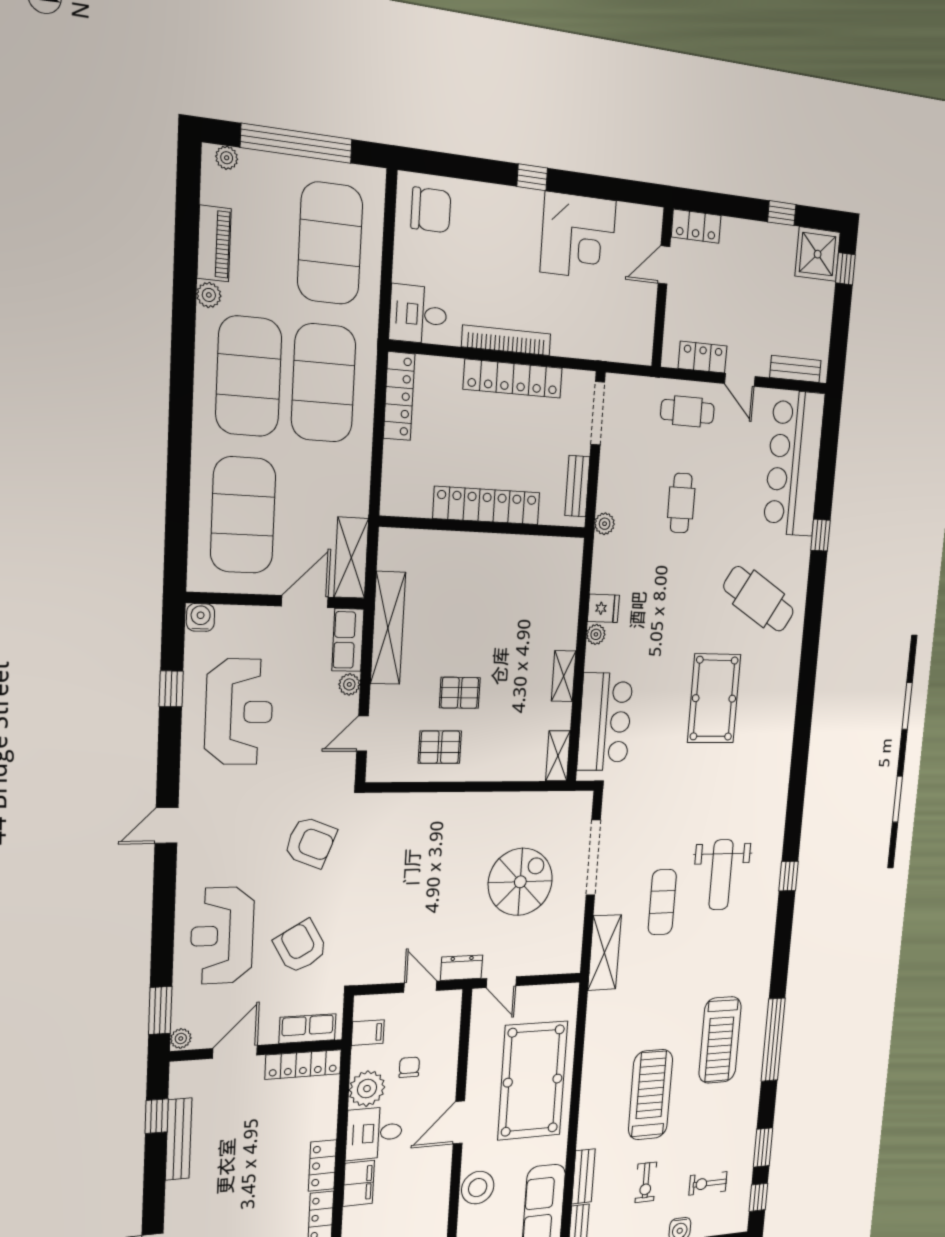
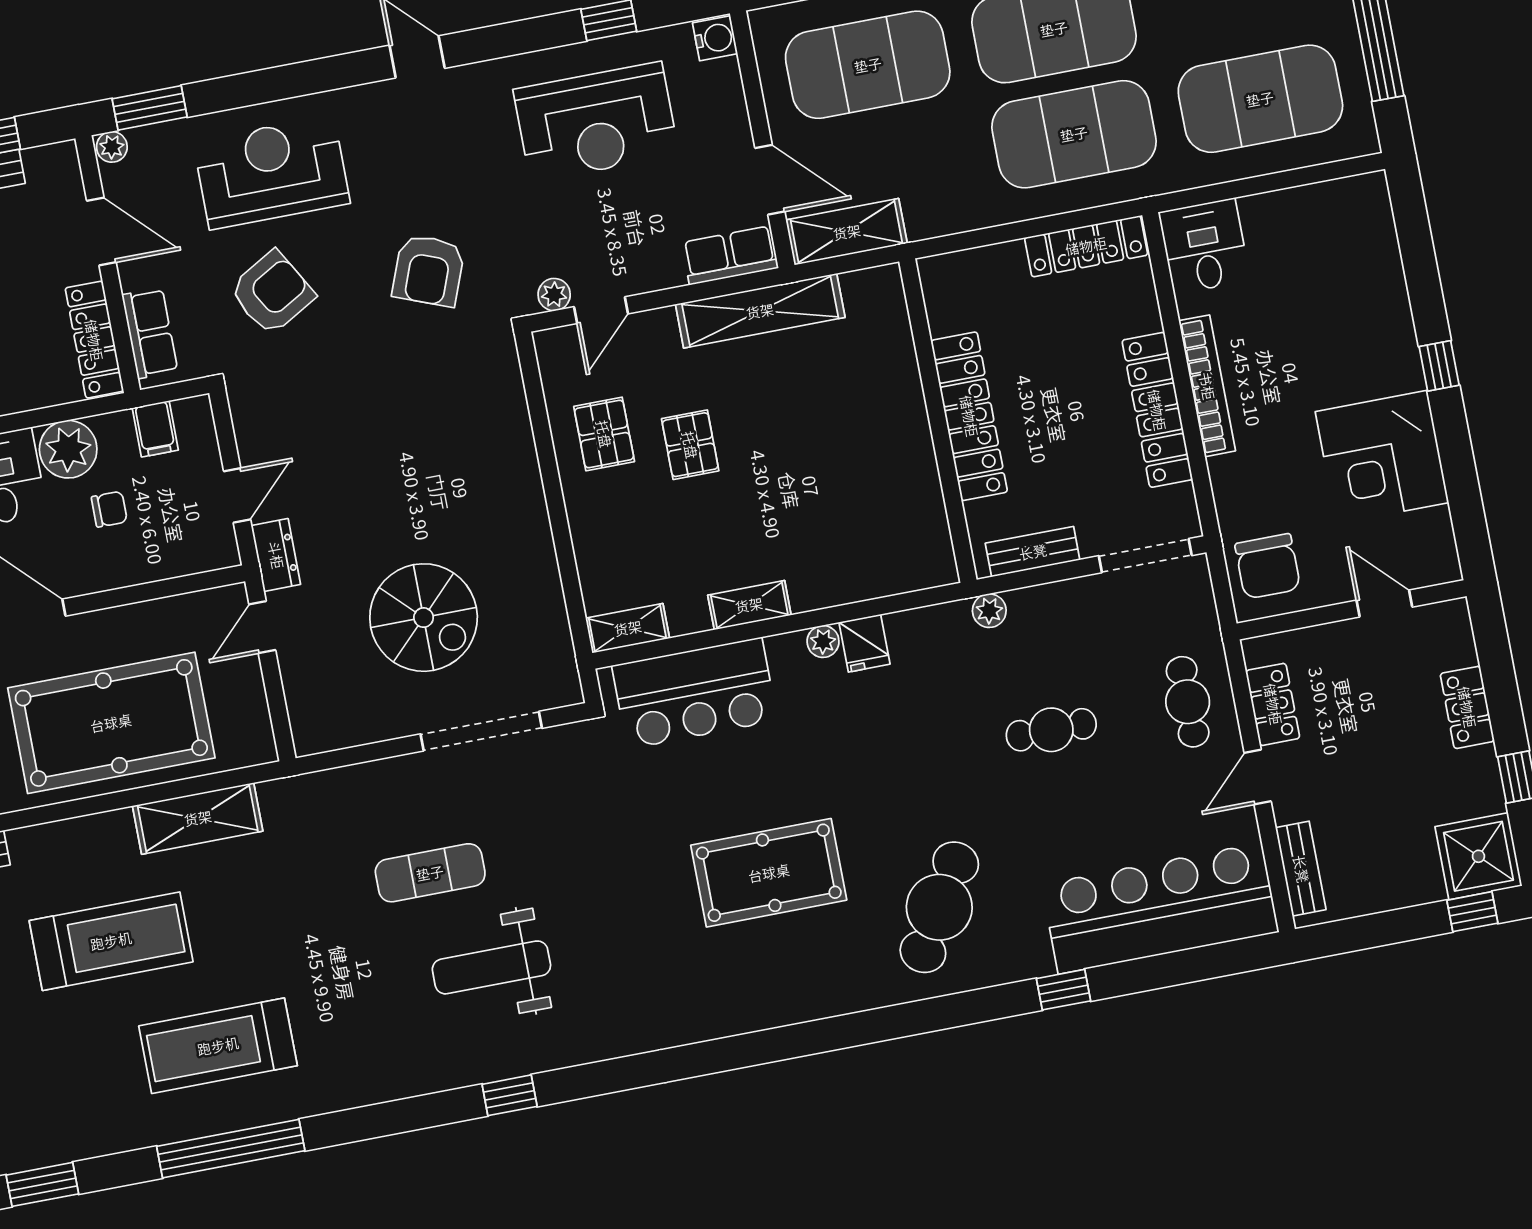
chair: (431, 210) -> (1268, 566), moved
locker: (696, 226) -> (1467, 707), moved
plant: (349, 684) -> (554, 295), moved
door: (363, 734) -> (601, 310), swing flipped
shelving: (605, 953) -> (198, 818), moved

